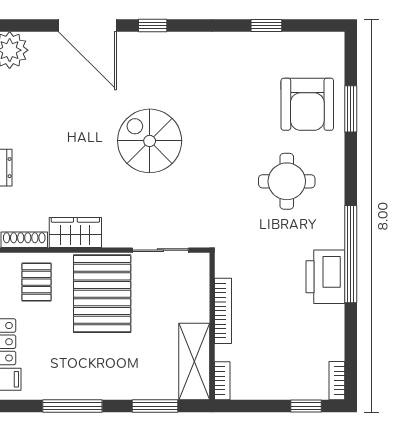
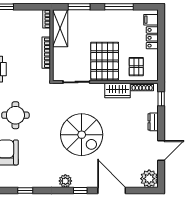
plant: (183, 45) -> (65, 181), added
spiral stairs: (150, 141) -> (82, 135), width x1.37, depth x1.37

